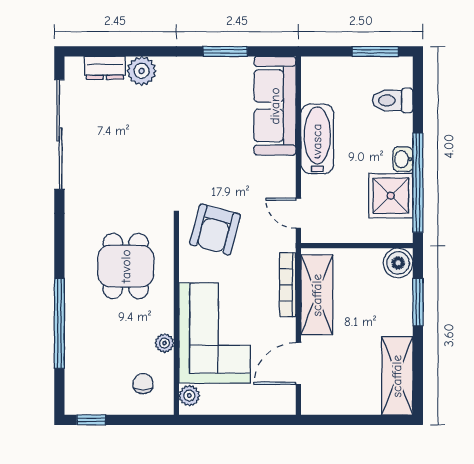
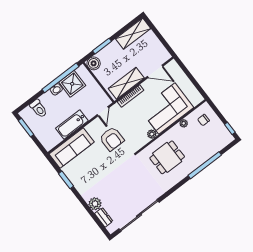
armchair: (215, 229) -> (112, 139), moved, turned 75
plant: (189, 396) -> (152, 134), moved

